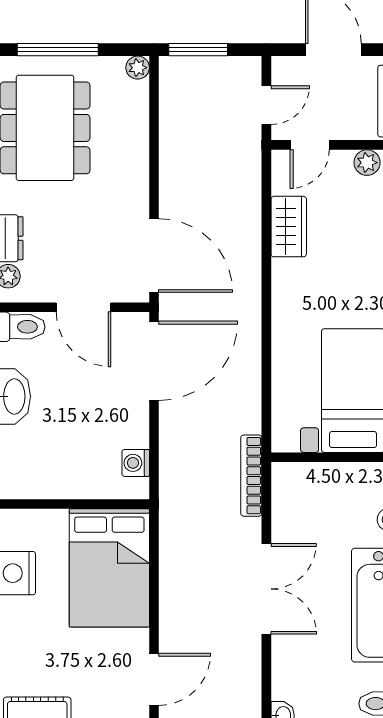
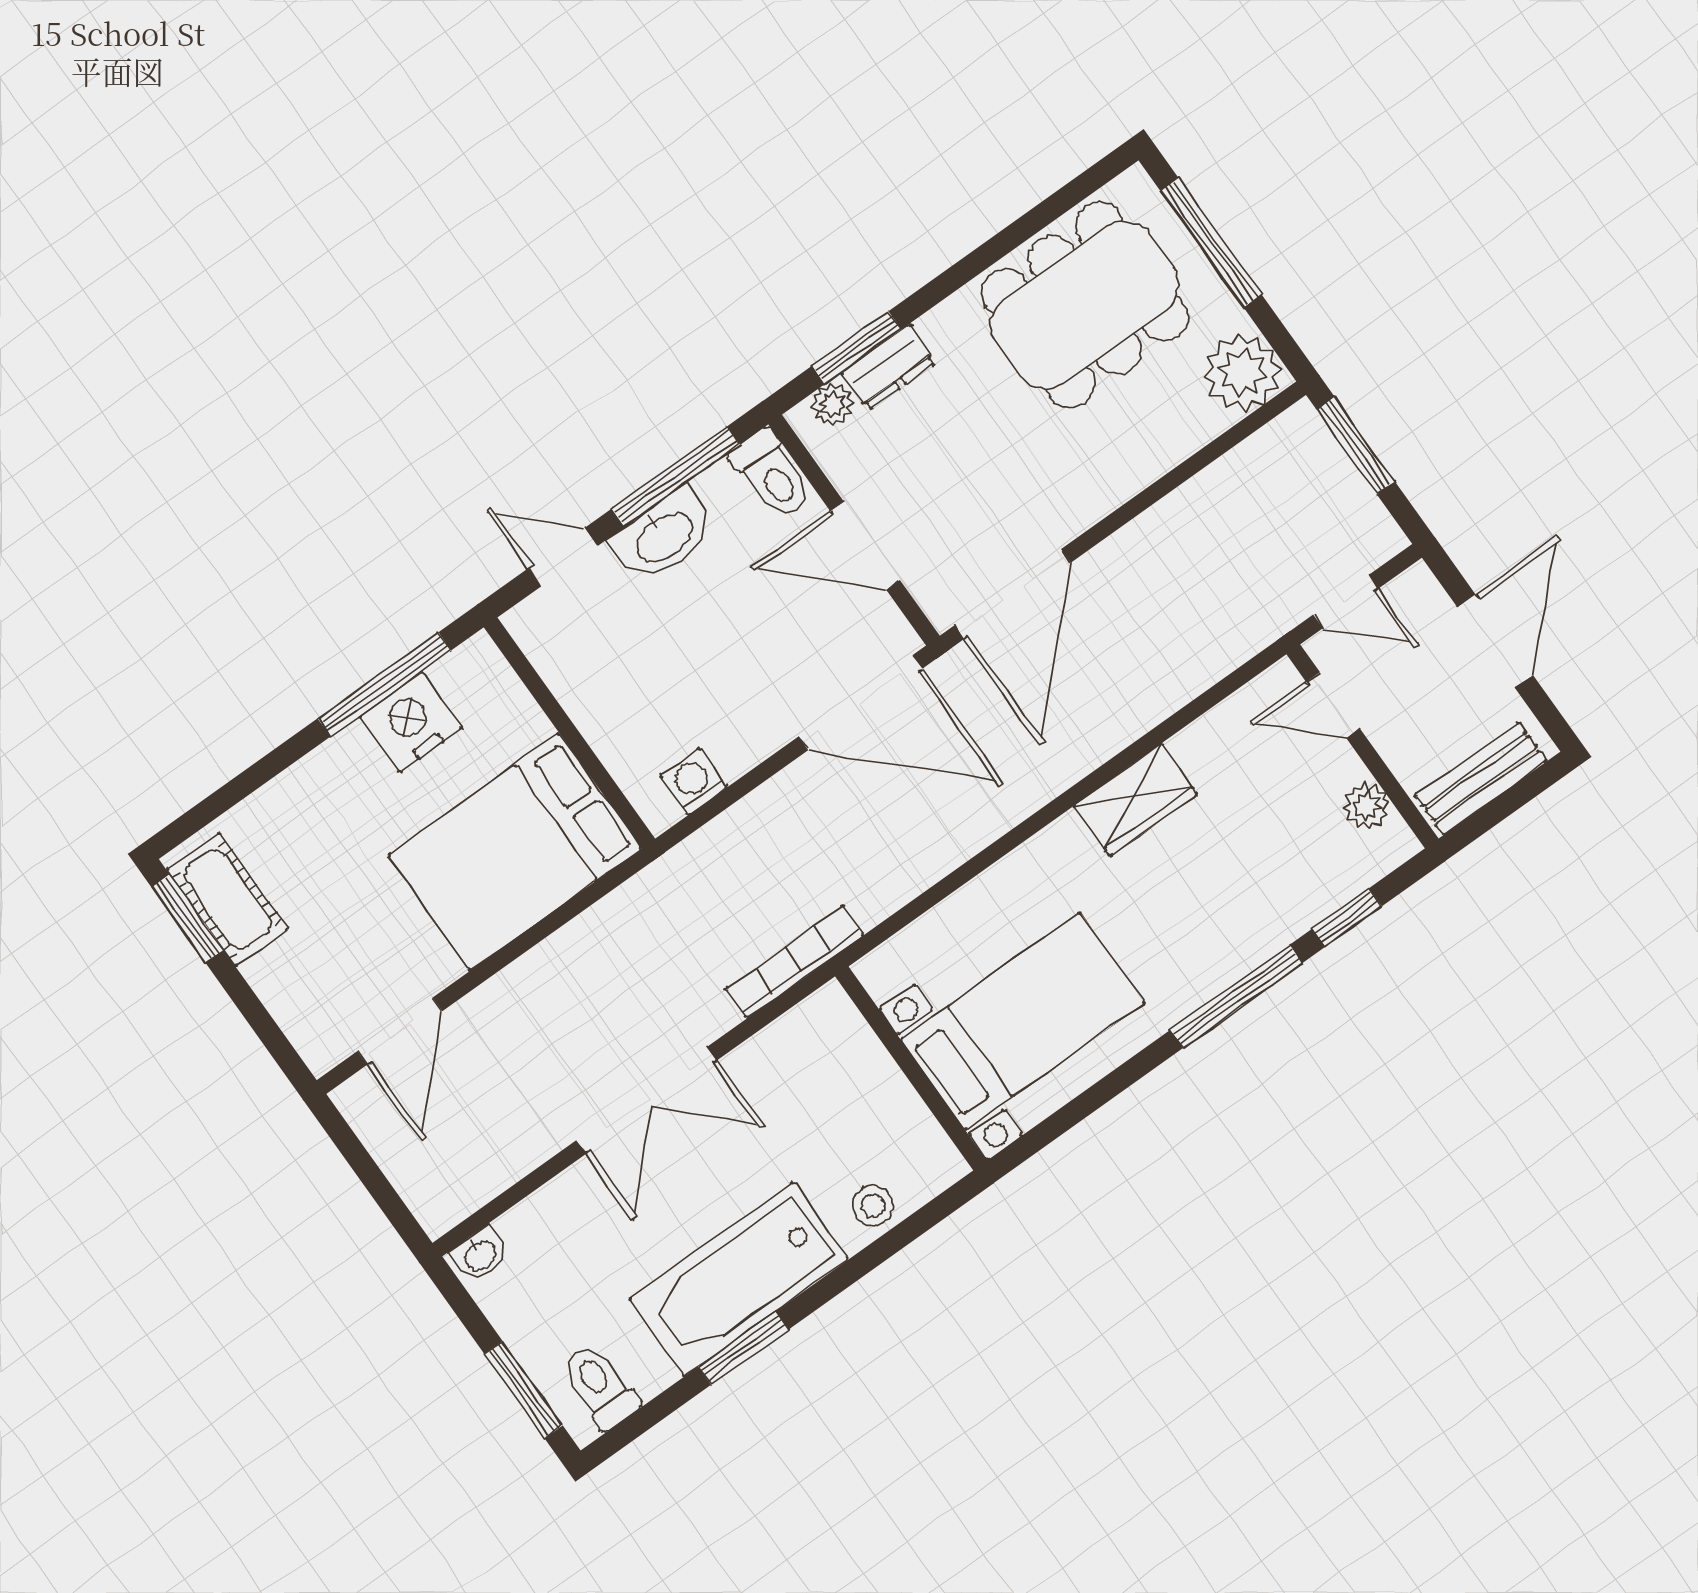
plant: (138, 68) -> (1242, 372), width x1.87, depth x1.87
wardrobe: (289, 227) -> (1136, 800), moved
door: (84, 307) -> (865, 546), hinge flipped
door: (154, 679) -> (400, 1031), hinge flipped

